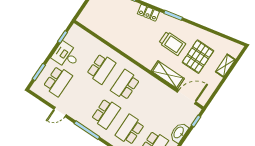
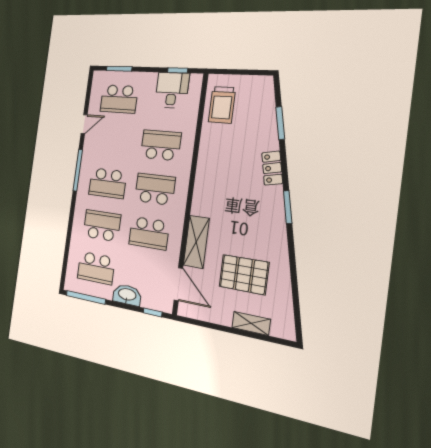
trolley: (172, 43) -> (222, 105), moved
desk: (66, 55) -> (172, 90), moved
school desk: (101, 69) -> (161, 145), turned 180
school desk: (149, 101) -> (149, 233), added
door: (60, 112) -> (84, 124), swing flipped

